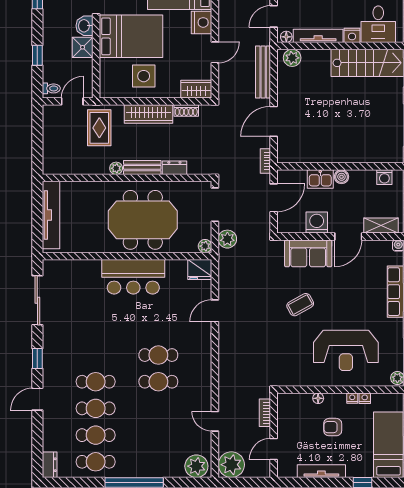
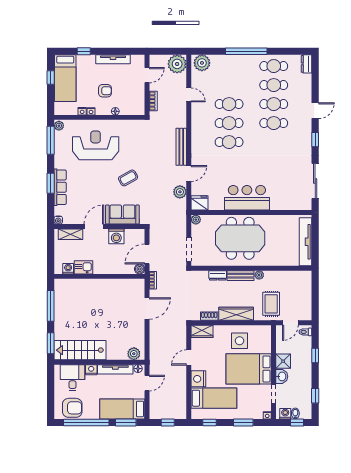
bench: (263, 72) -> (181, 147), moved
boiler: (341, 177) -> (140, 269), moved
kitchen sink: (320, 179) -> (84, 267), moved
plant: (227, 239) -> (180, 192), moved
cafe table: (158, 408) -> (229, 104), added

